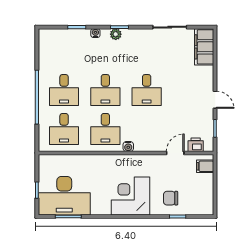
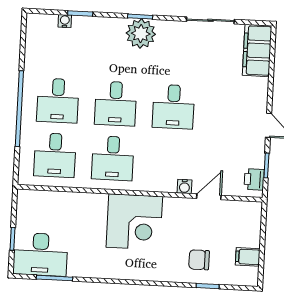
water cooler: (95, 33) -> (65, 21), moved
plant: (116, 34) -> (141, 34), width x1.87, depth x1.87
printer: (196, 145) -> (254, 179), moved, turned -90
water cooler: (128, 146) -> (184, 186), moved
filing cabinet: (205, 166) -> (248, 257), moved
desk: (64, 196) -> (40, 254), width x0.73, depth x0.77
corner desk: (130, 196) -> (134, 222), moved, turned 180

